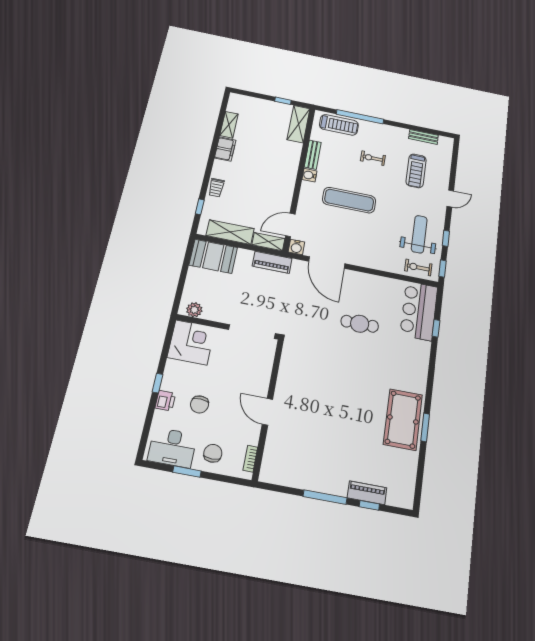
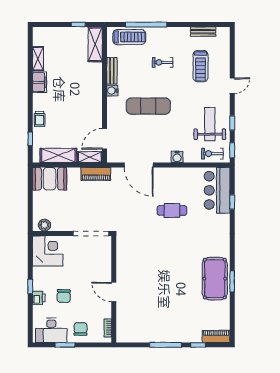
water cooler: (296, 247) -> (177, 157), moved
piano: (367, 493) -> (216, 336), moved

